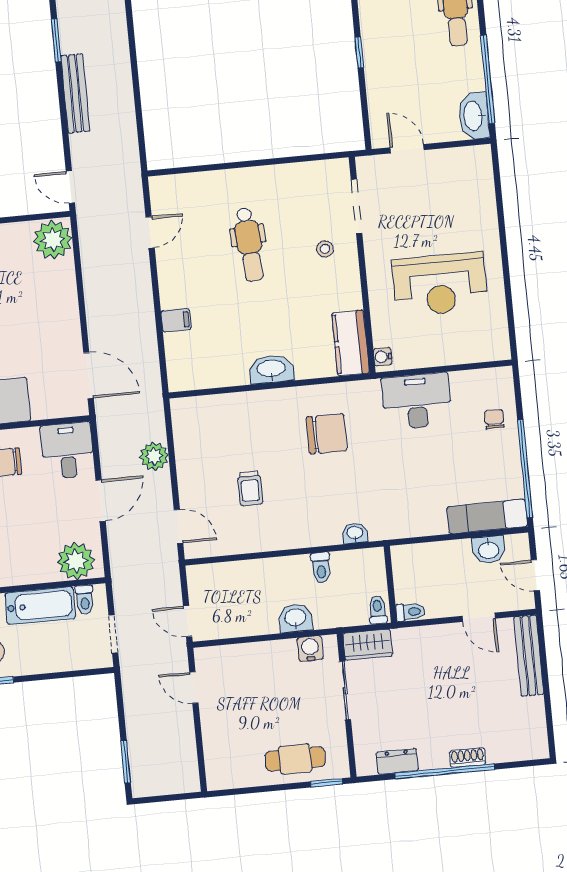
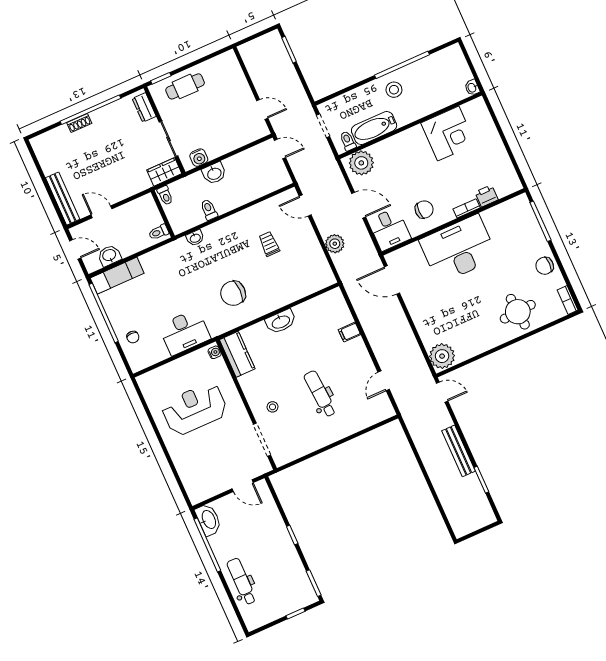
door: (101, 501) -> (359, 205), swing flipped
toilet: (410, 612) -> (159, 232), moved
dresser: (397, 762) -> (144, 107), moved, turned 90

